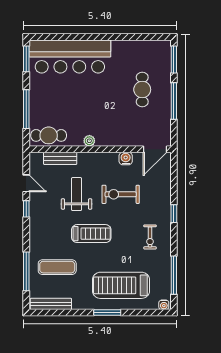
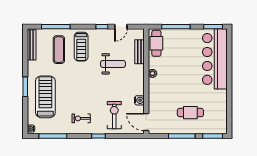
exercise bike: (121, 194) -> (114, 115), moved
treadmill: (91, 234) -> (81, 47), moved

